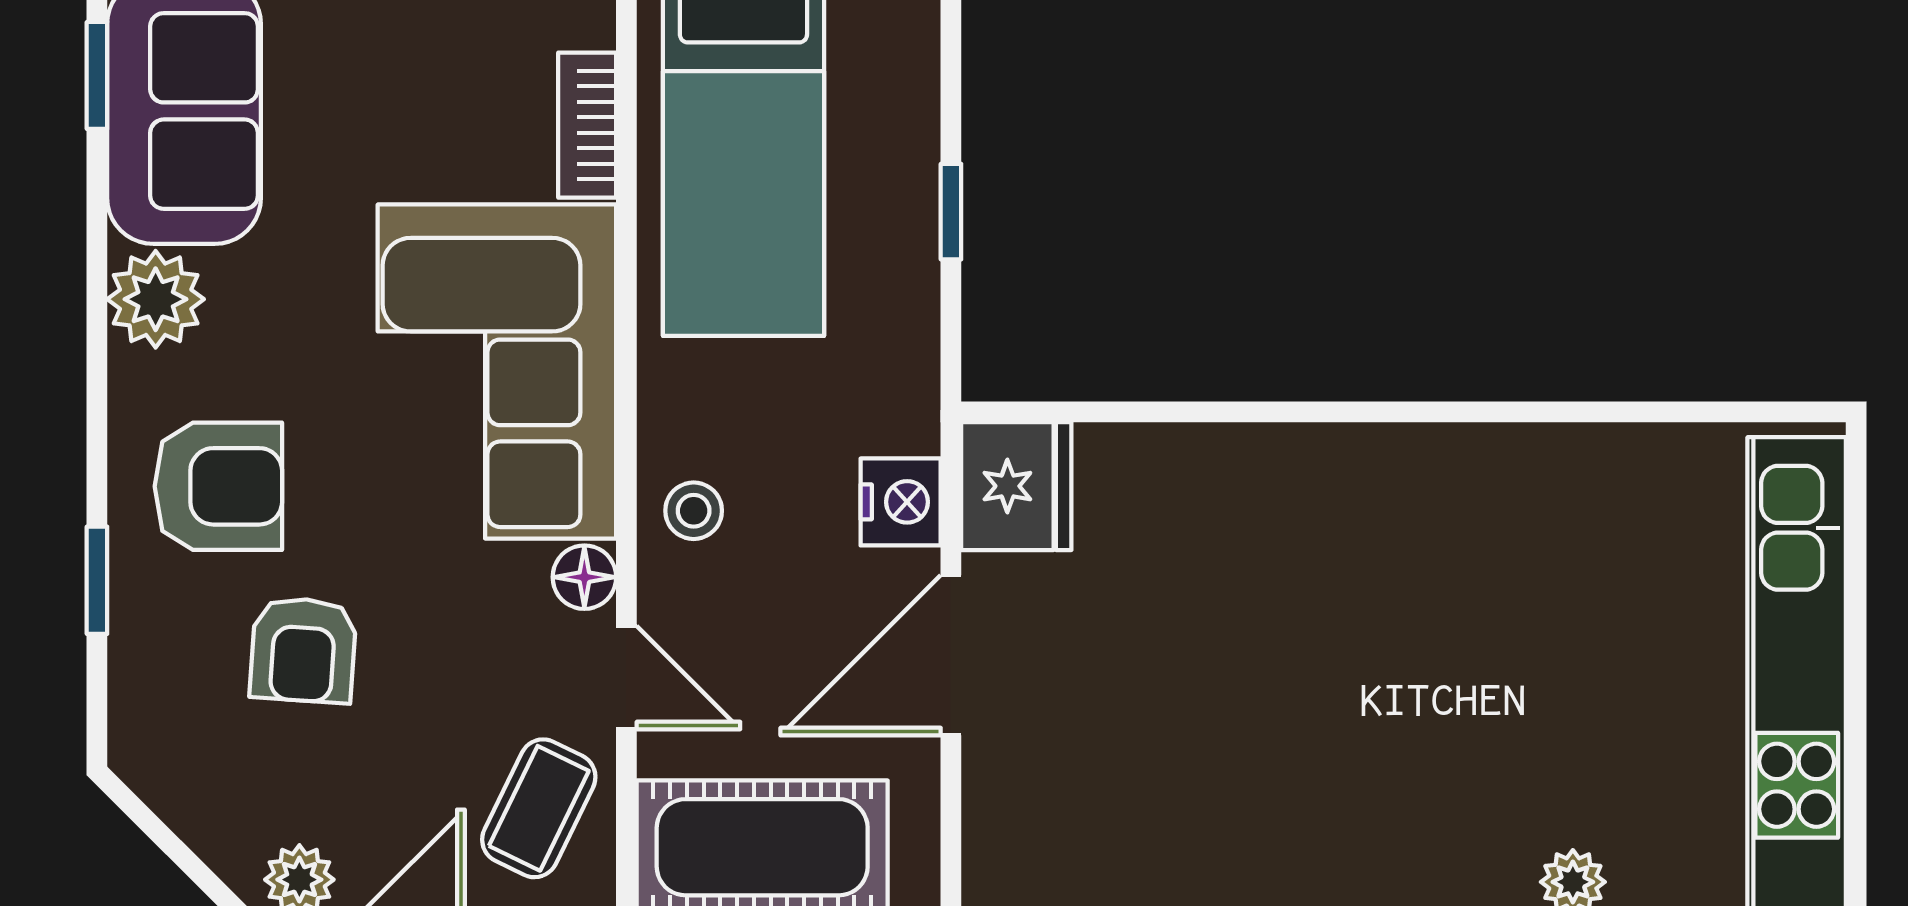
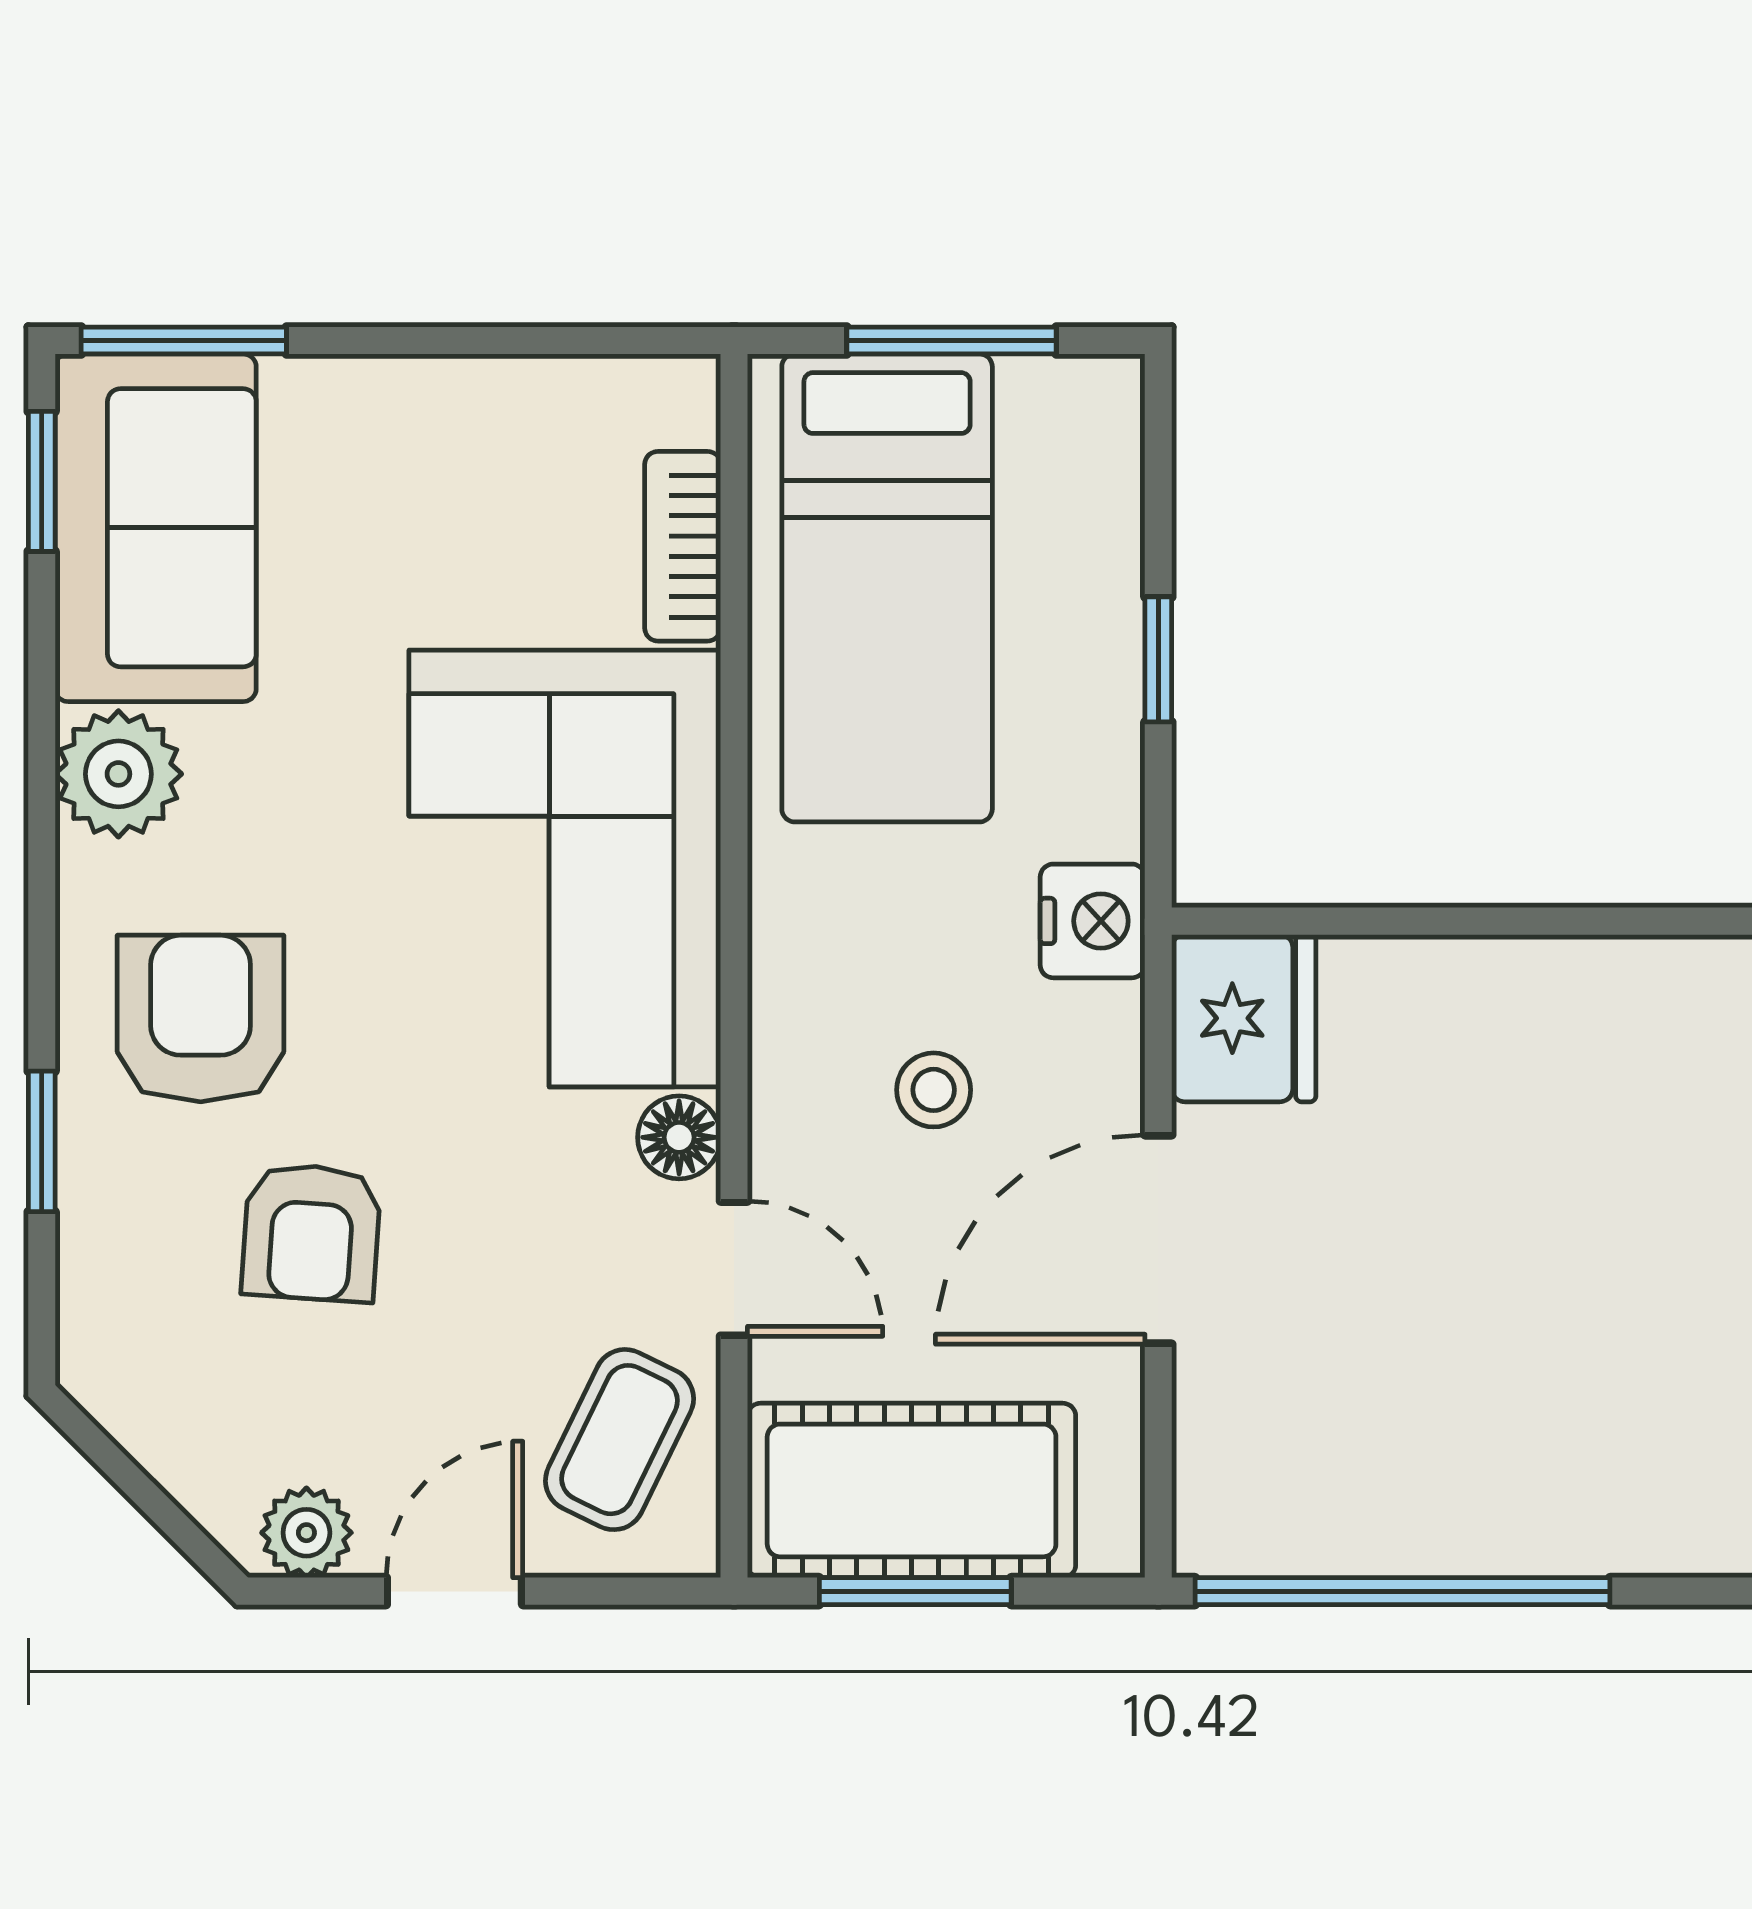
armchair: (218, 486) -> (201, 1019), turned -90
nightstand: (901, 502) -> (1093, 921), moved
stool: (694, 511) -> (934, 1090), moved

